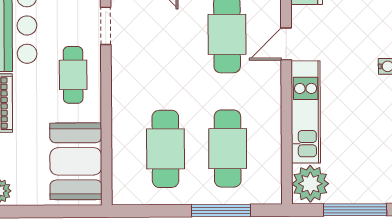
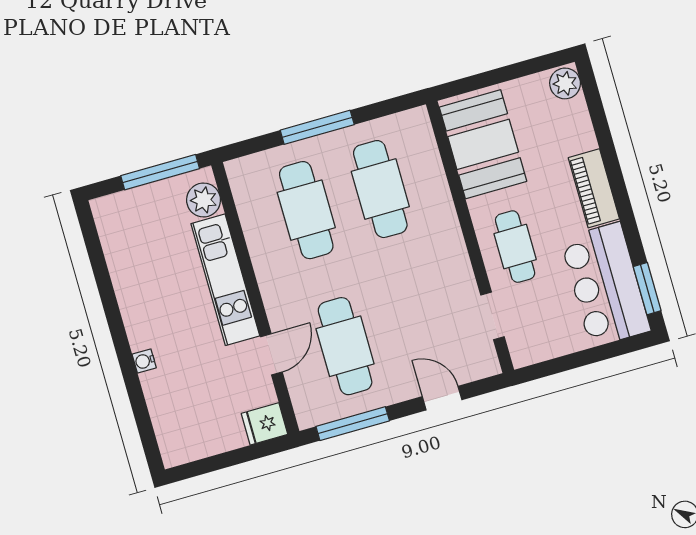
plant: (310, 184) -> (204, 200), width x0.73, depth x0.73
window: (221, 210) -> (317, 127), moved
window: (355, 210) -> (160, 172), moved

